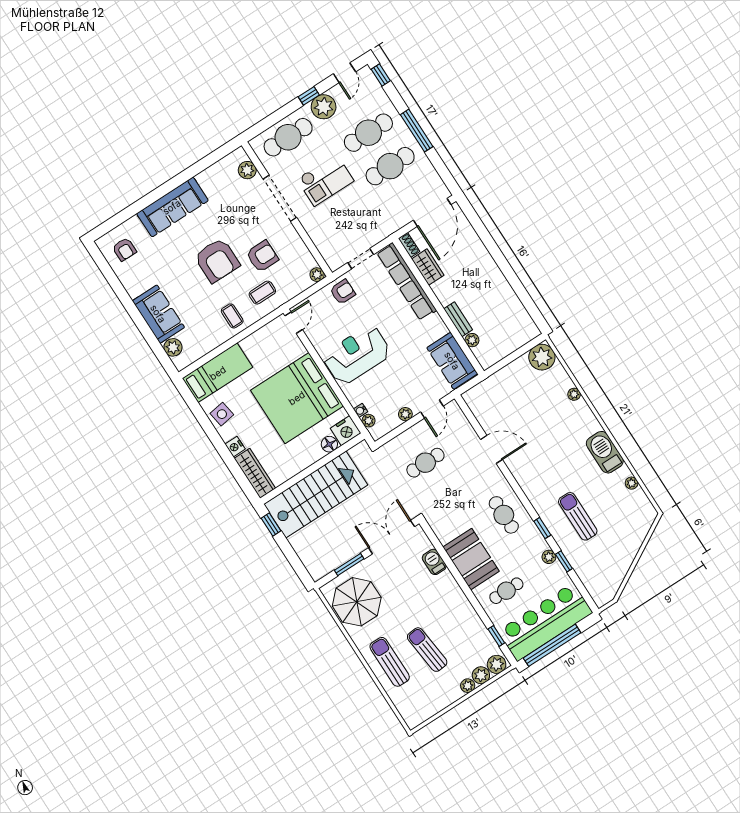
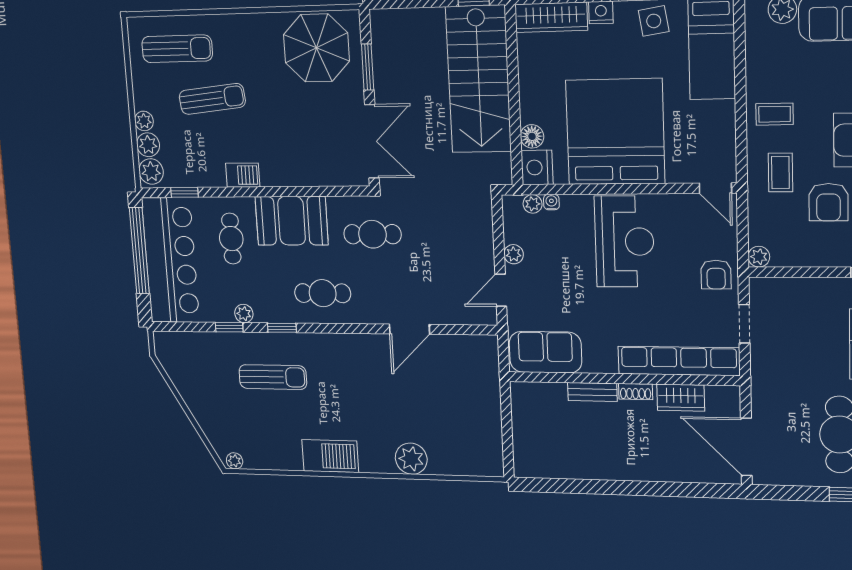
shoe rack: (409, 245) -> (636, 392), moved
plant: (472, 340) -> (556, 392), removed
plant: (542, 357) -> (486, 459), removed
plant: (574, 394) -> (411, 459), width x1.87, depth x1.87
door: (432, 409) -> (501, 290), hinge flipped
cafe table: (425, 463) -> (372, 234), moved, turned 90
plant: (632, 483) -> (235, 461), moved
barbecue: (434, 562) -> (243, 175), moved
sun lounger: (390, 662) -> (177, 49), moved

